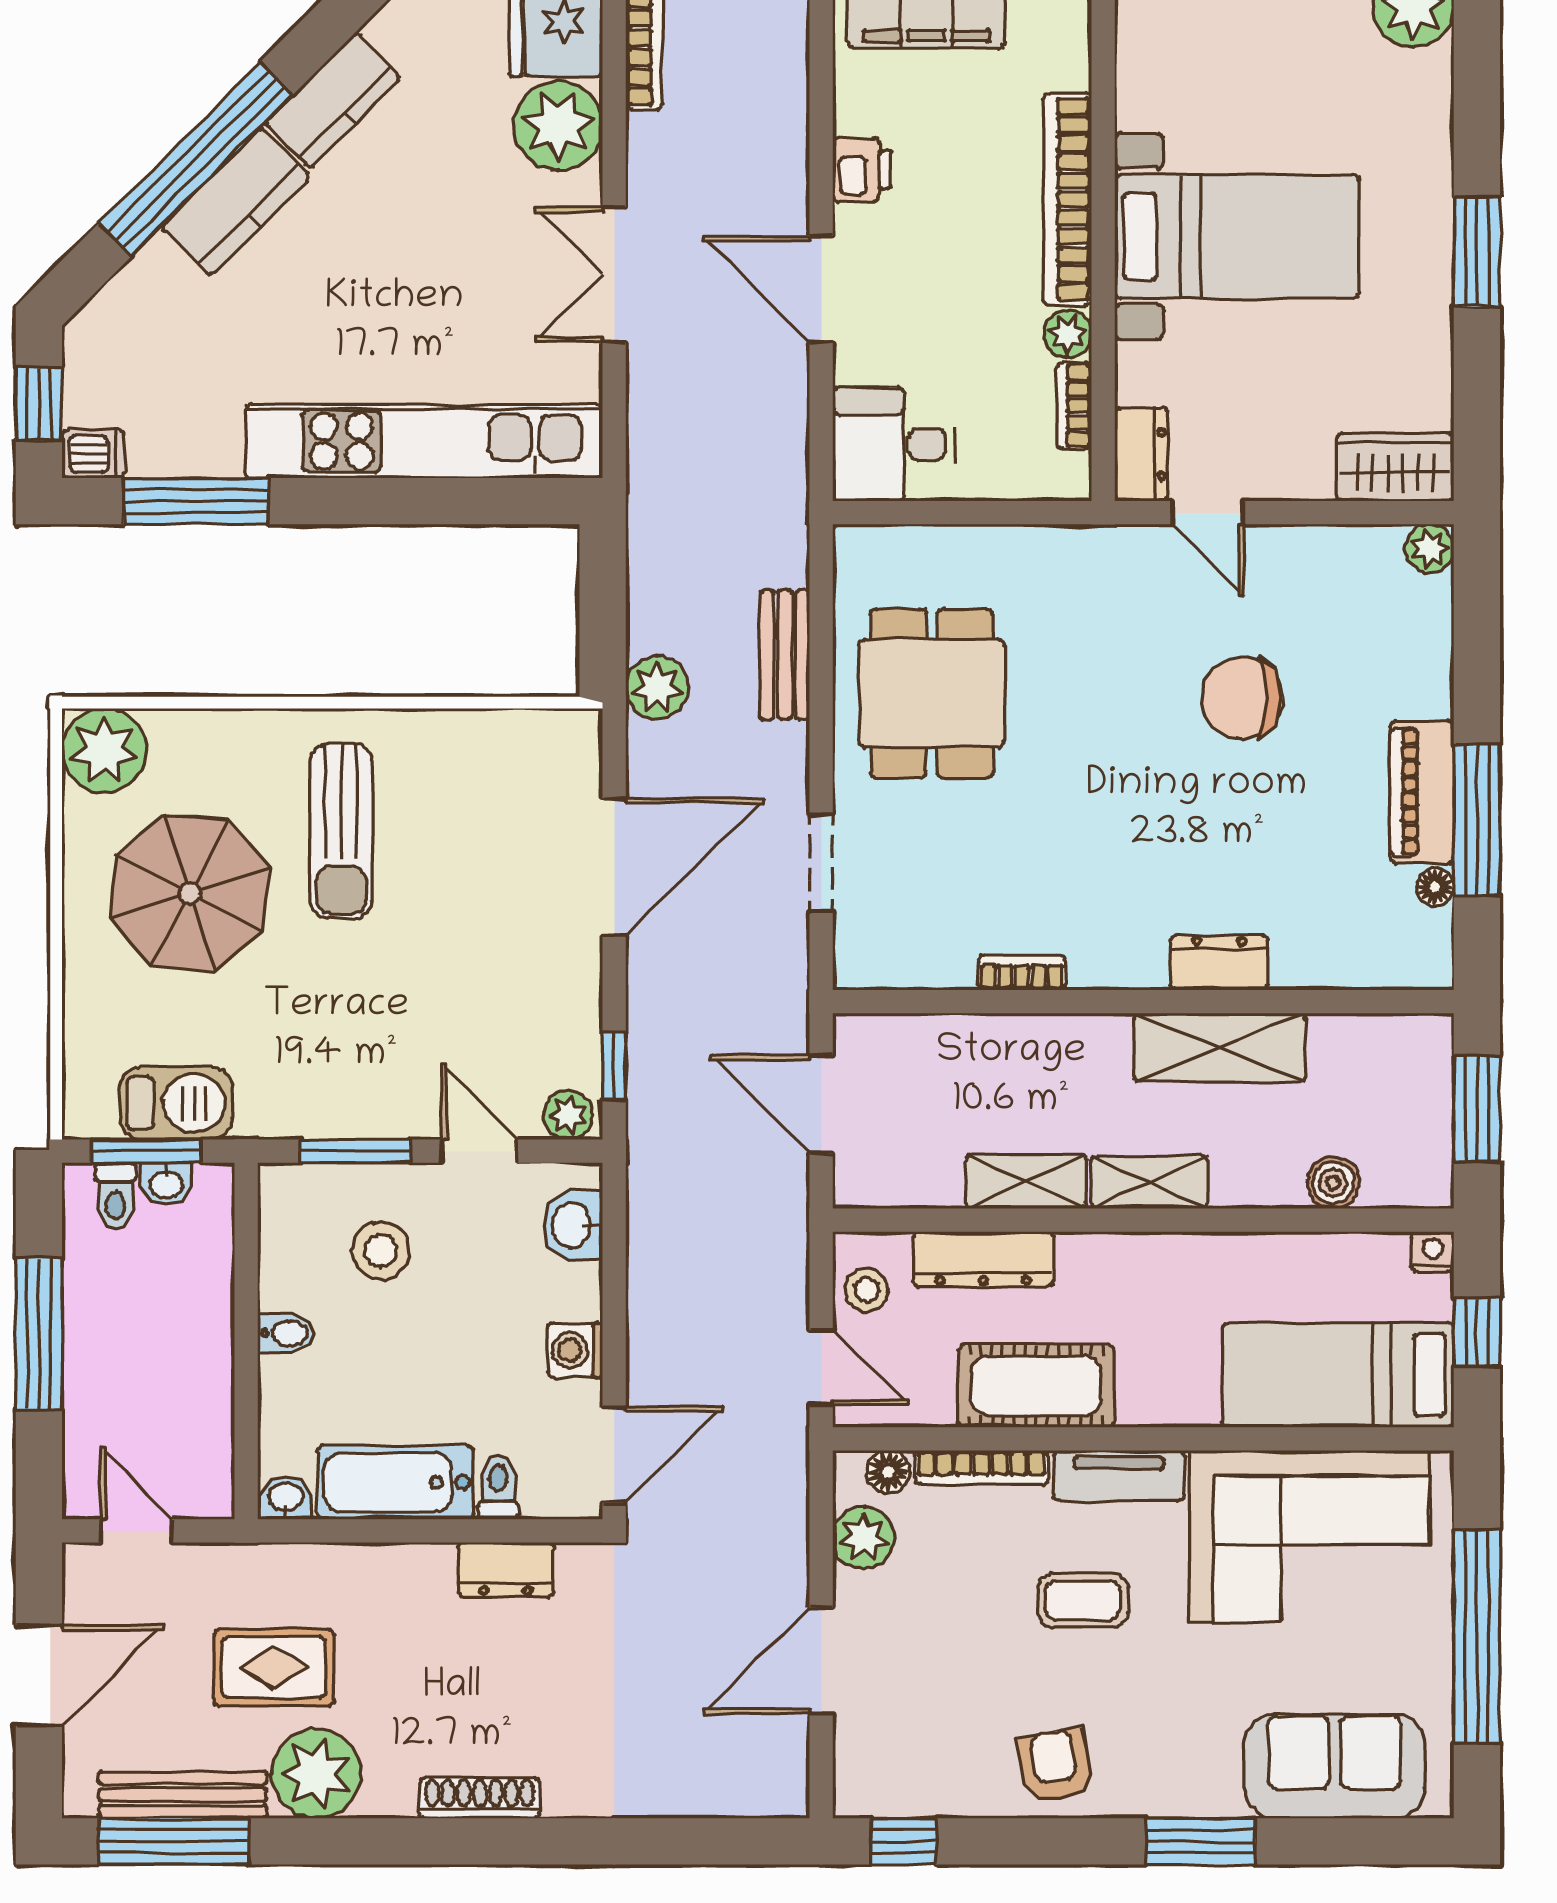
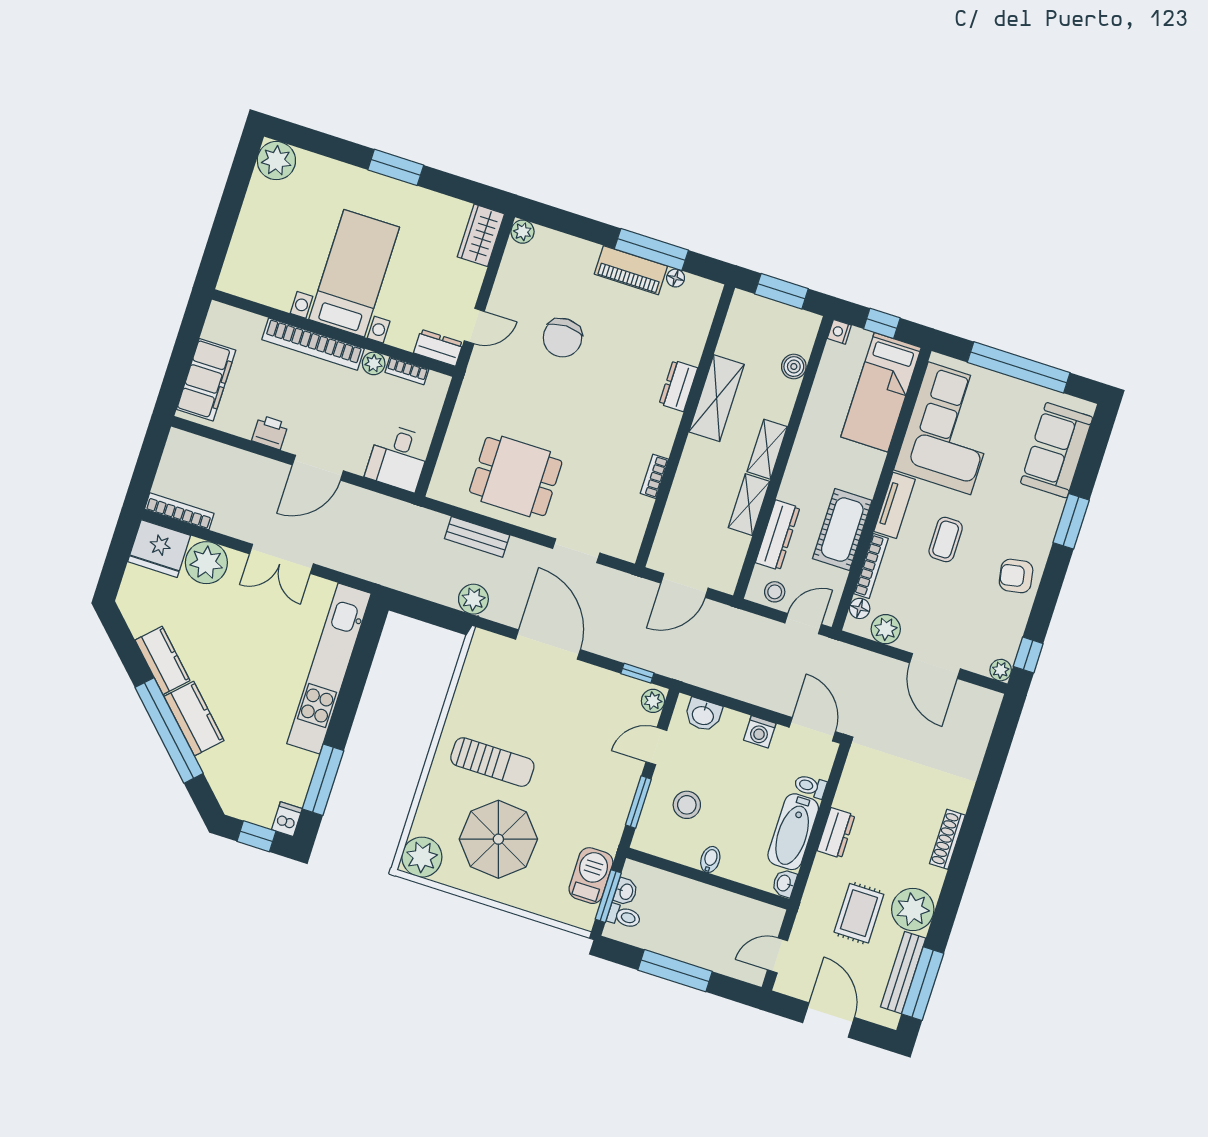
dresser: (506, 1569) -> (836, 833), moved
plant: (855, 1796) -> (1001, 670), added

